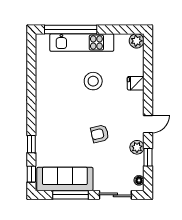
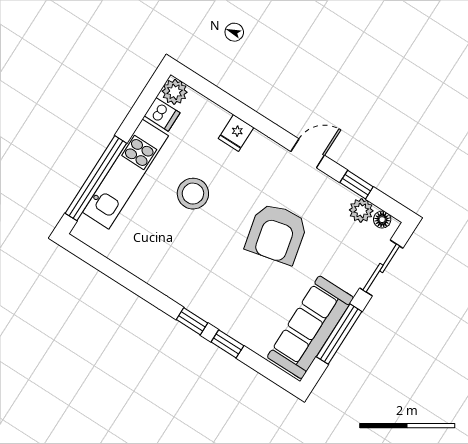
dishwasher: (122, 42) -> (162, 114), added
door: (148, 124) -> (308, 153), hinge flipped
armchair: (100, 134) -> (277, 234), width x1.88, depth x1.88
plant: (137, 147) -> (361, 210), moved
window: (31, 174) -> (192, 321), moved

